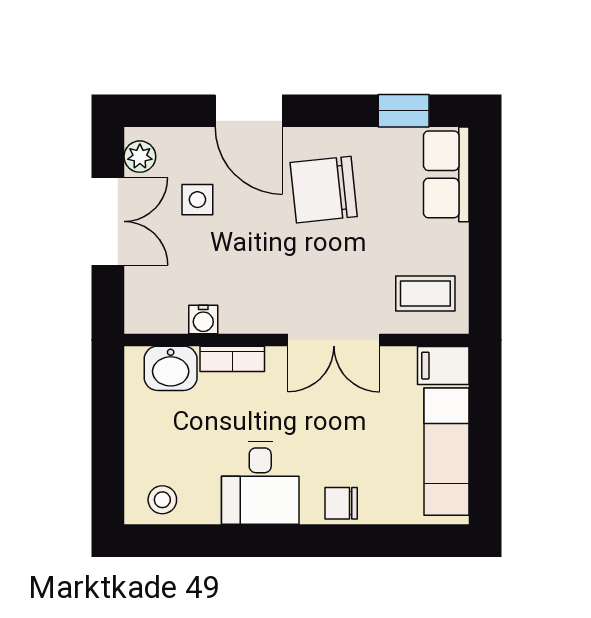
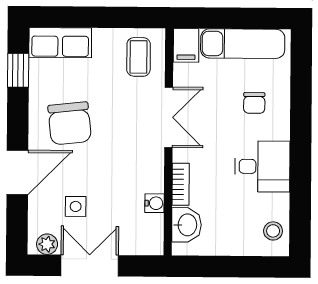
chair: (341, 503) -> (254, 103), moved

